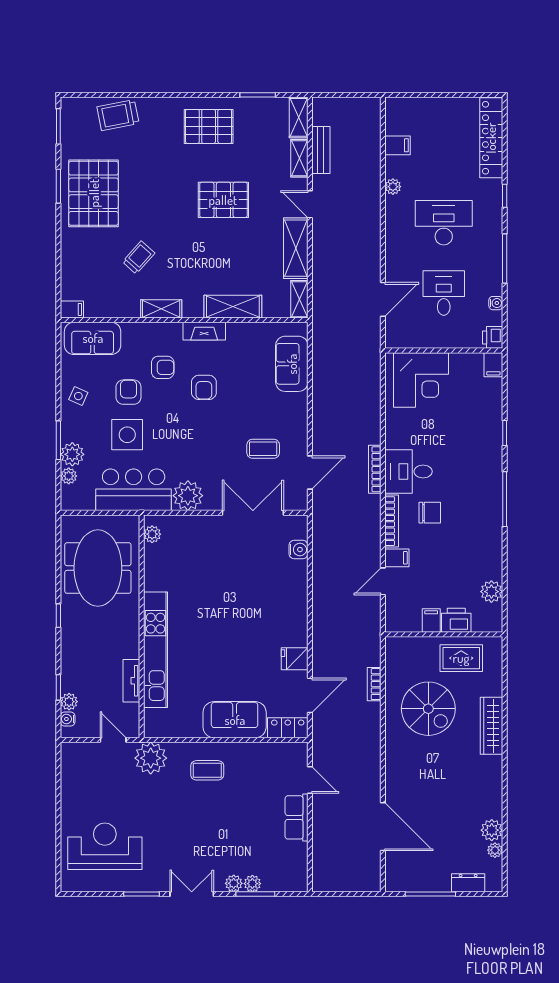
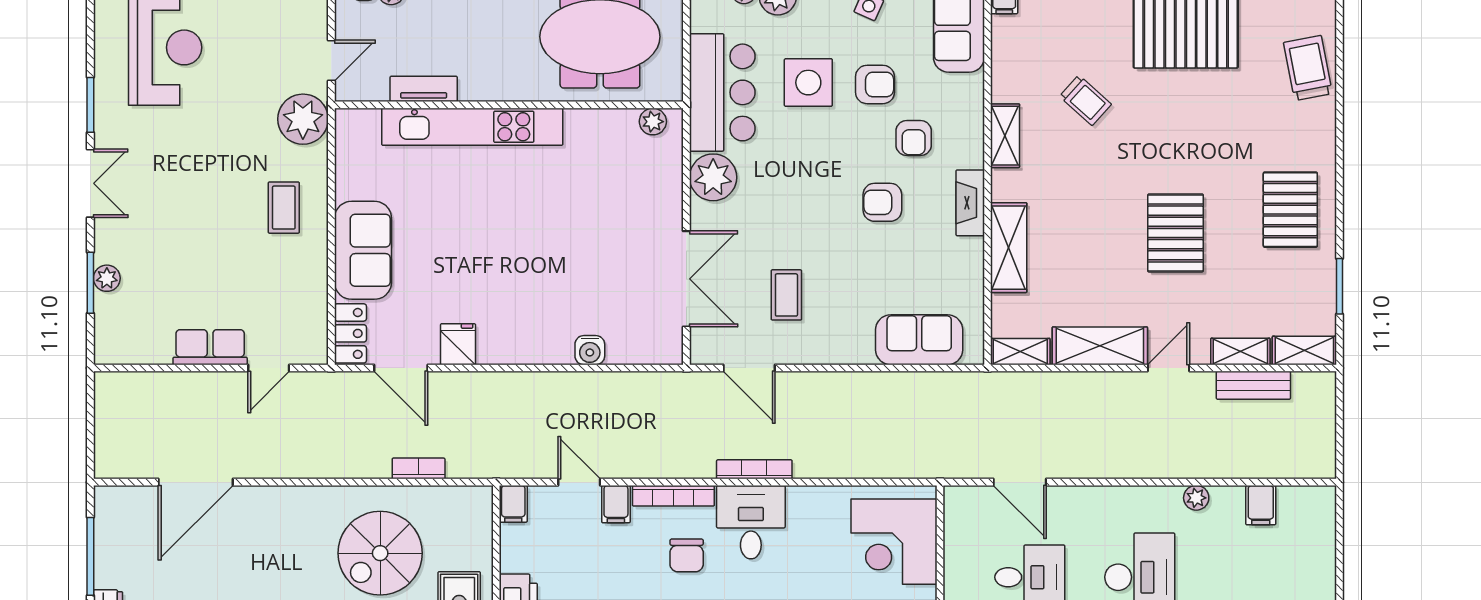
water cooler: (298, 550) -> (590, 350), moved
filing cabinet: (431, 621) -> (513, 504), moved, turned 90
plant: (234, 883) -> (107, 249), removed

